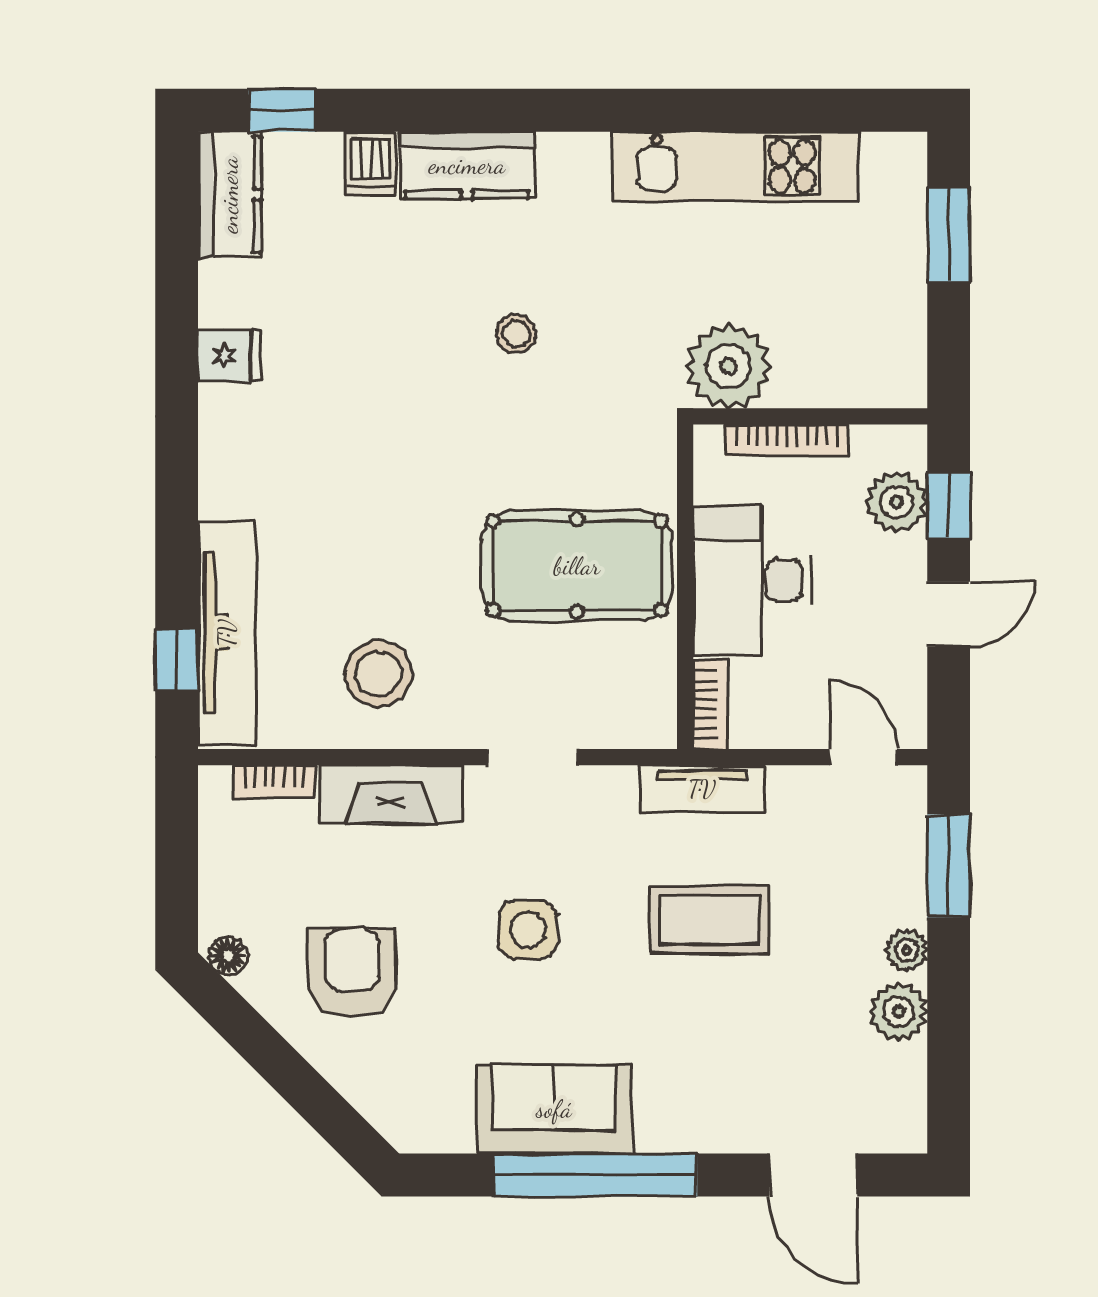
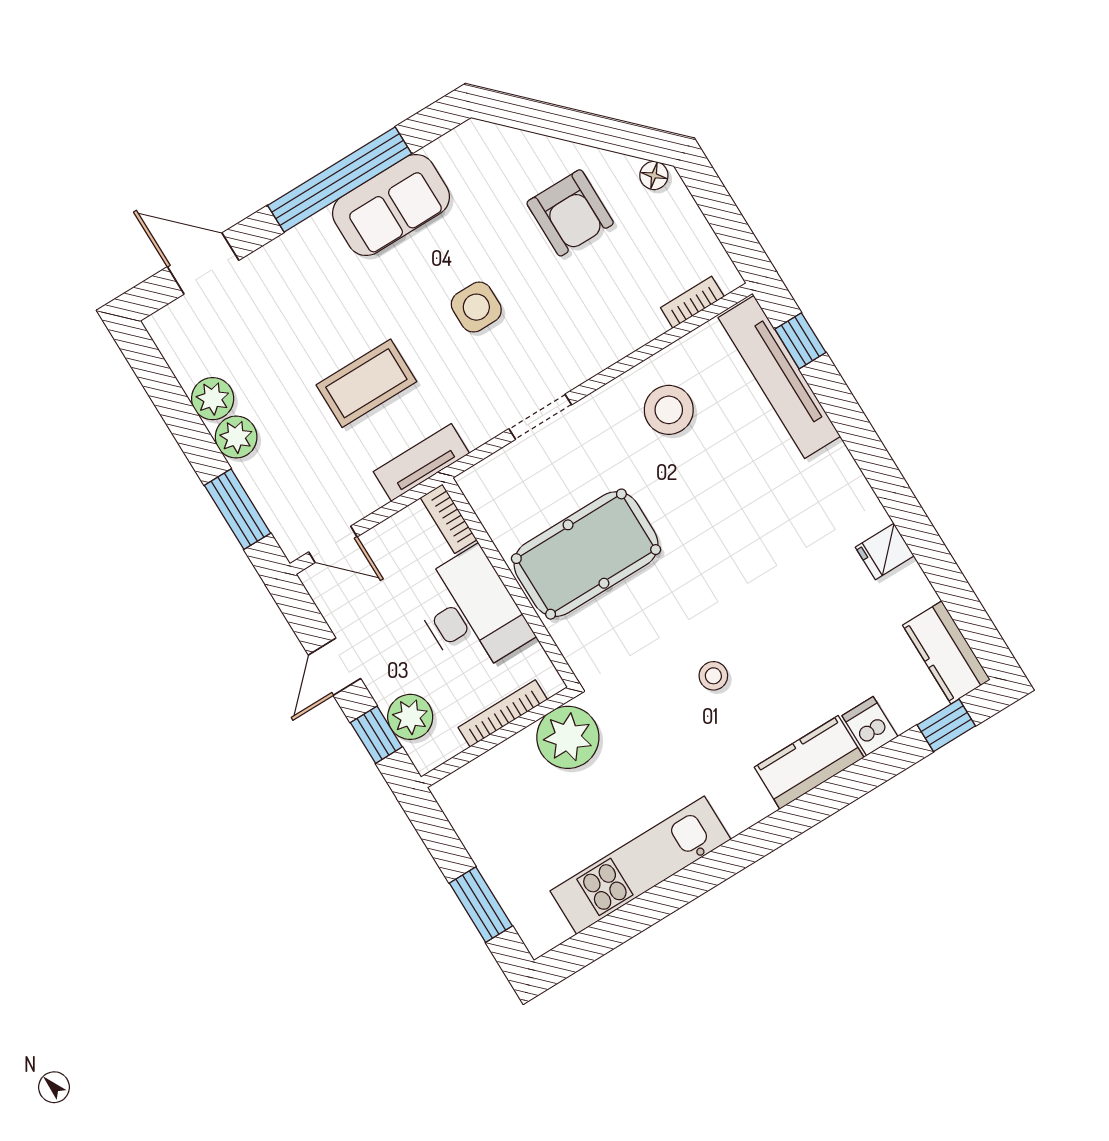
fireplace: (391, 794) -> (614, 339), removed
plant: (907, 950) -> (236, 437), width x1.38, depth x1.38

